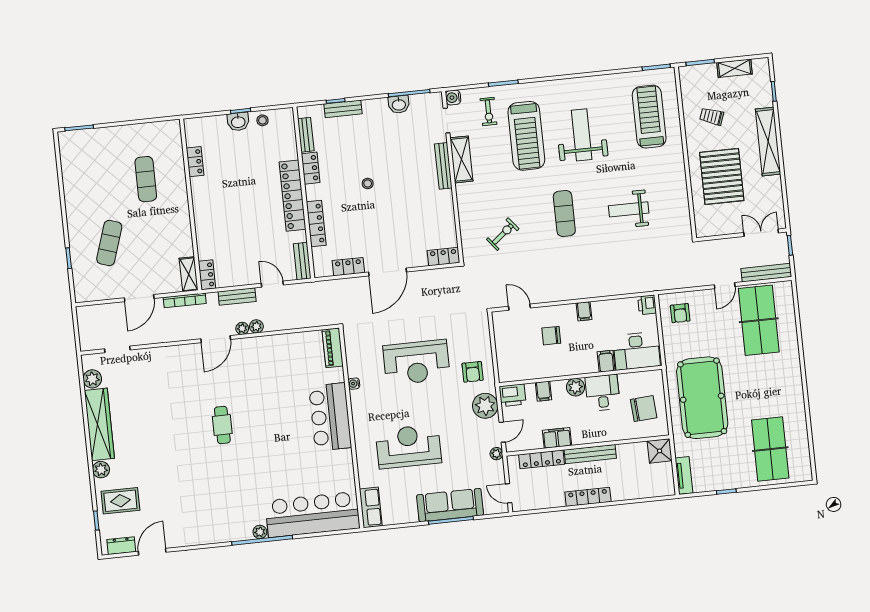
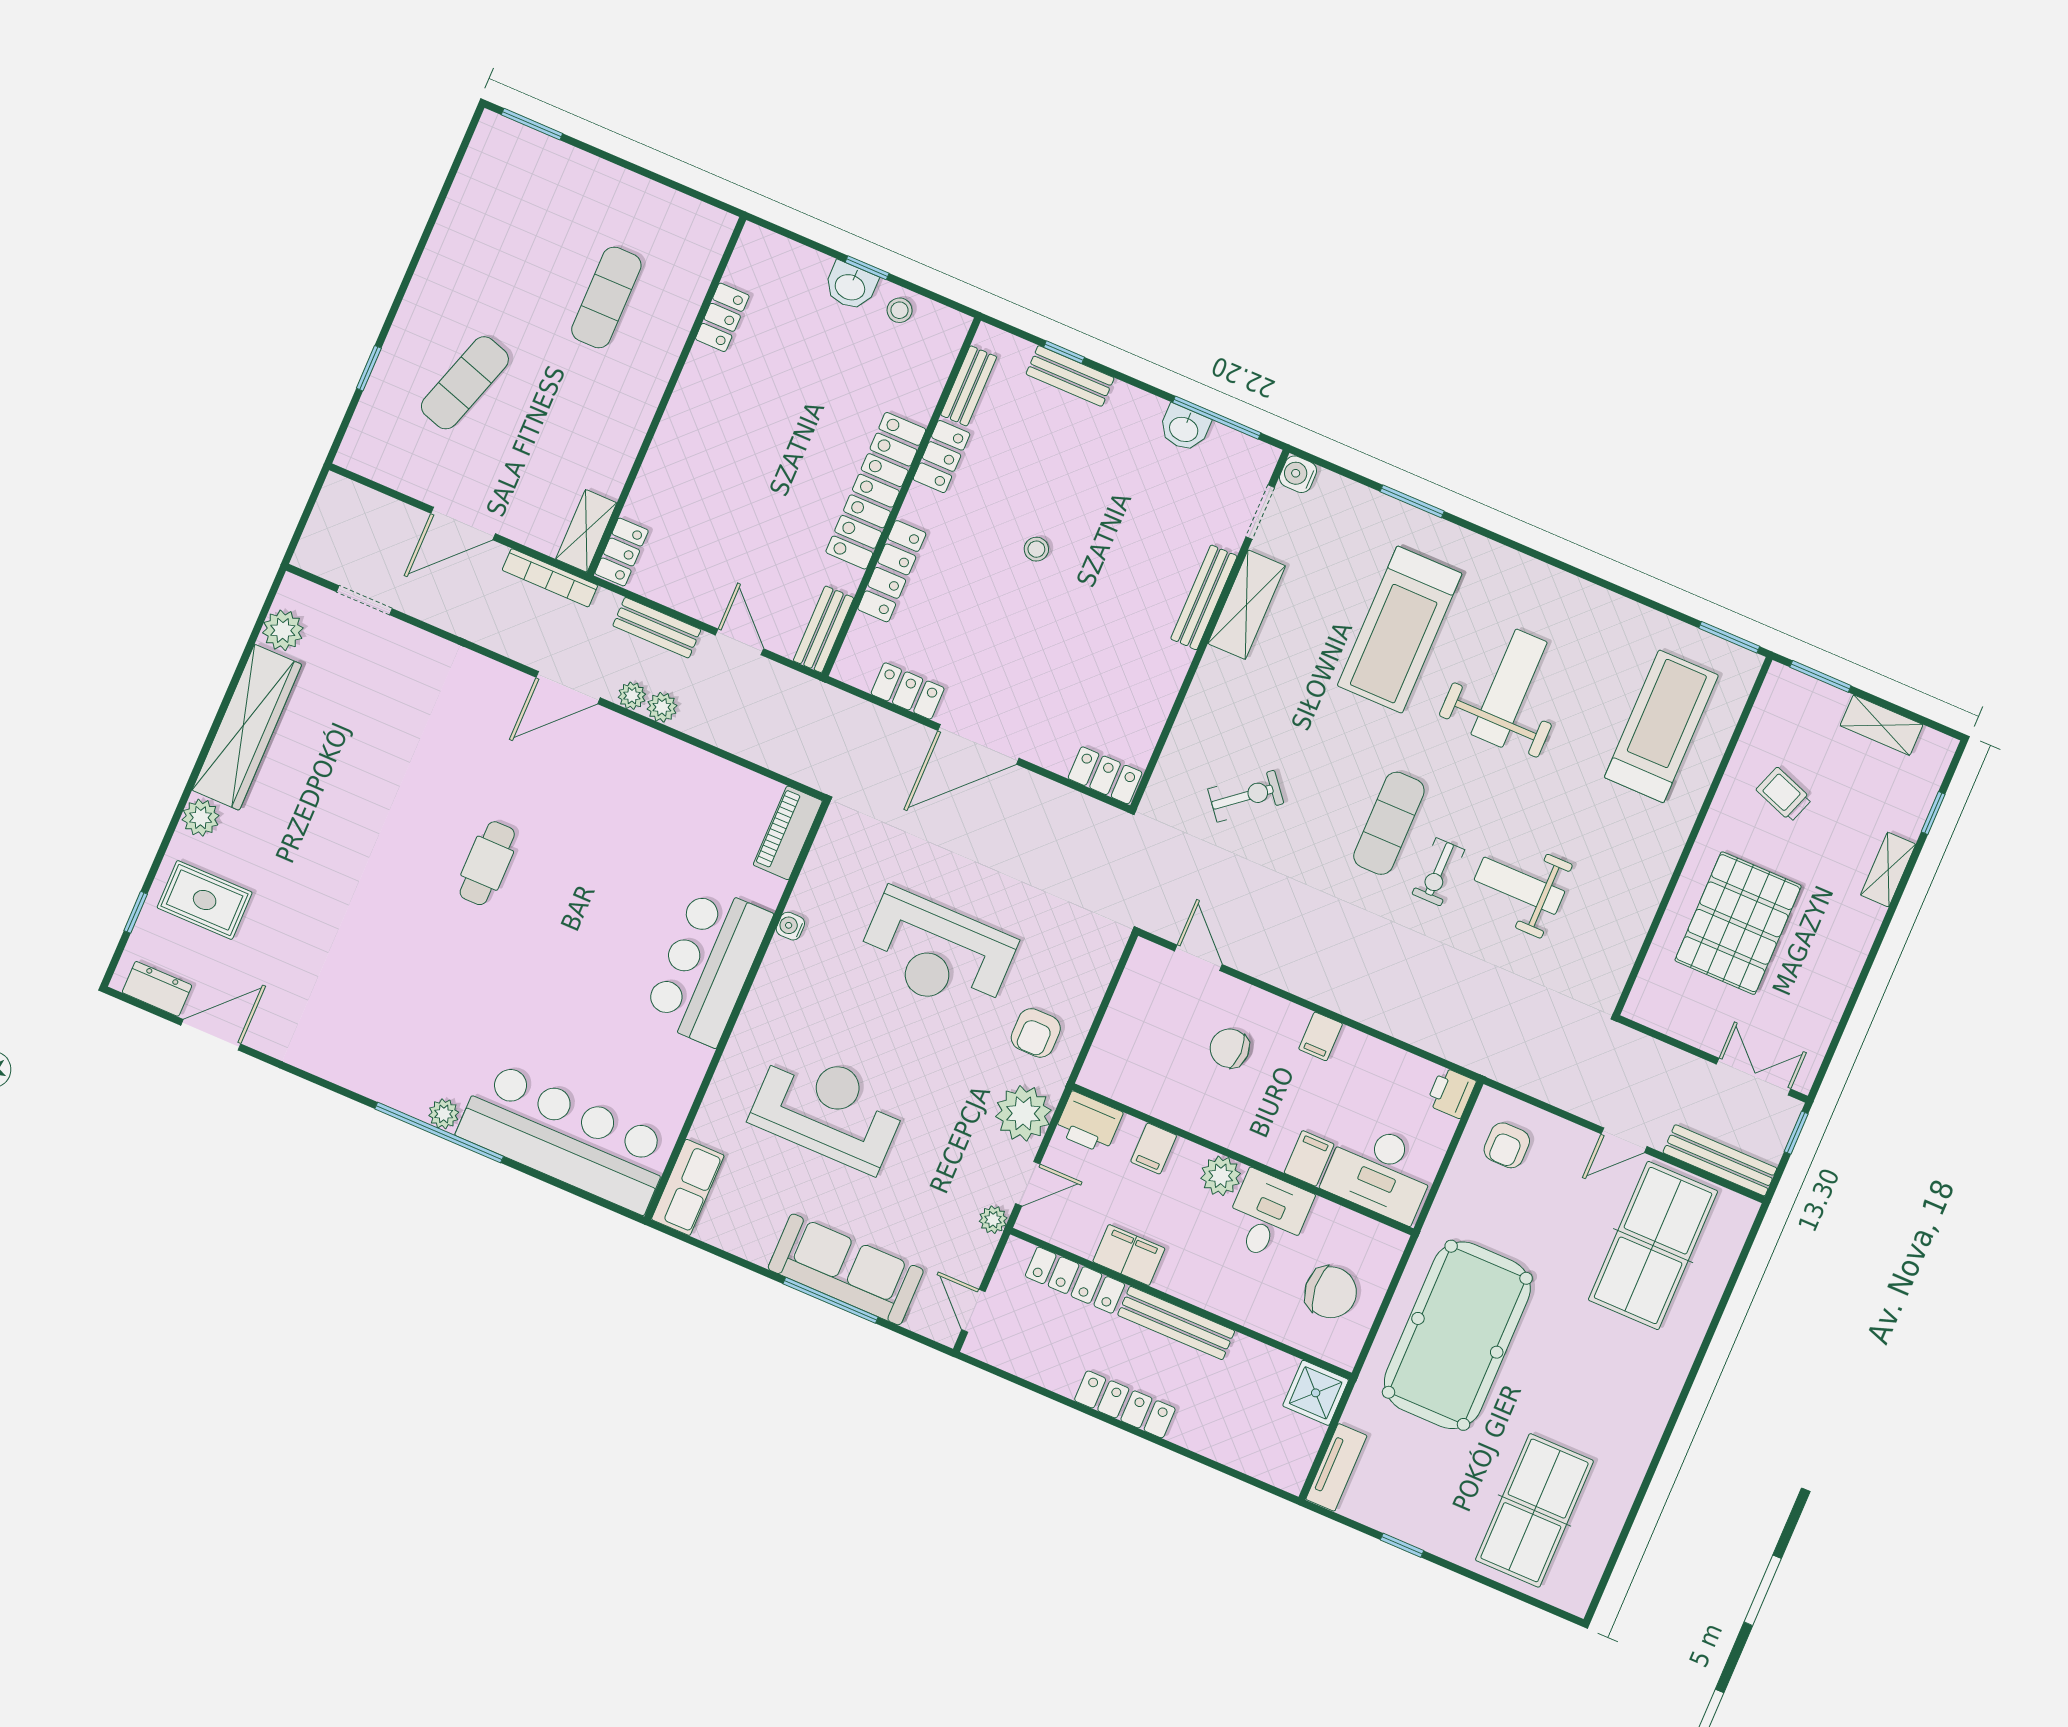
exercise bike: (488, 111) -> (1438, 872), moved
shelving: (768, 142) -> (1888, 870), width x0.45, depth x0.75

